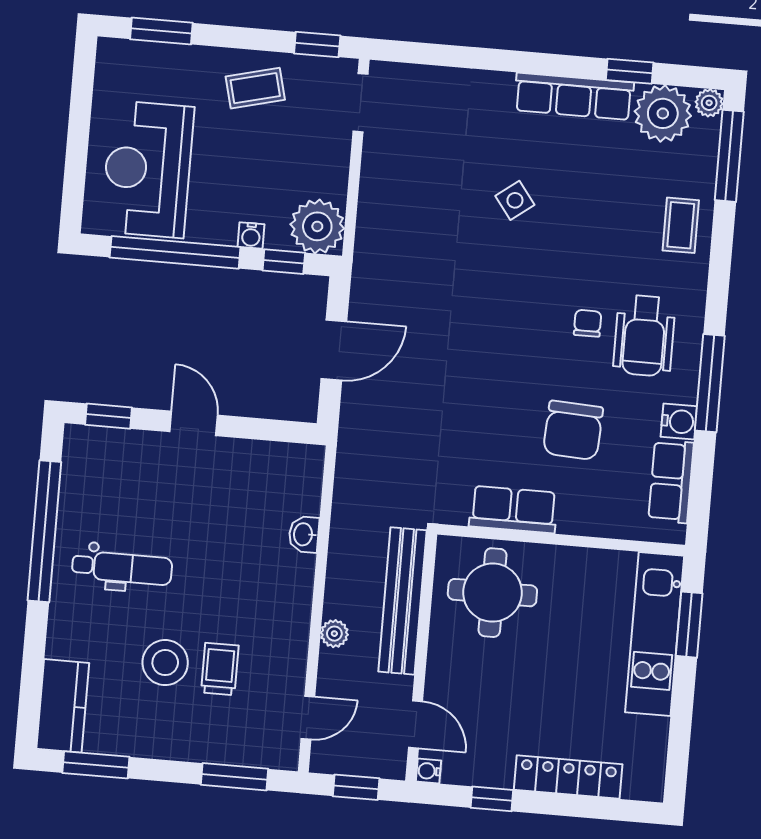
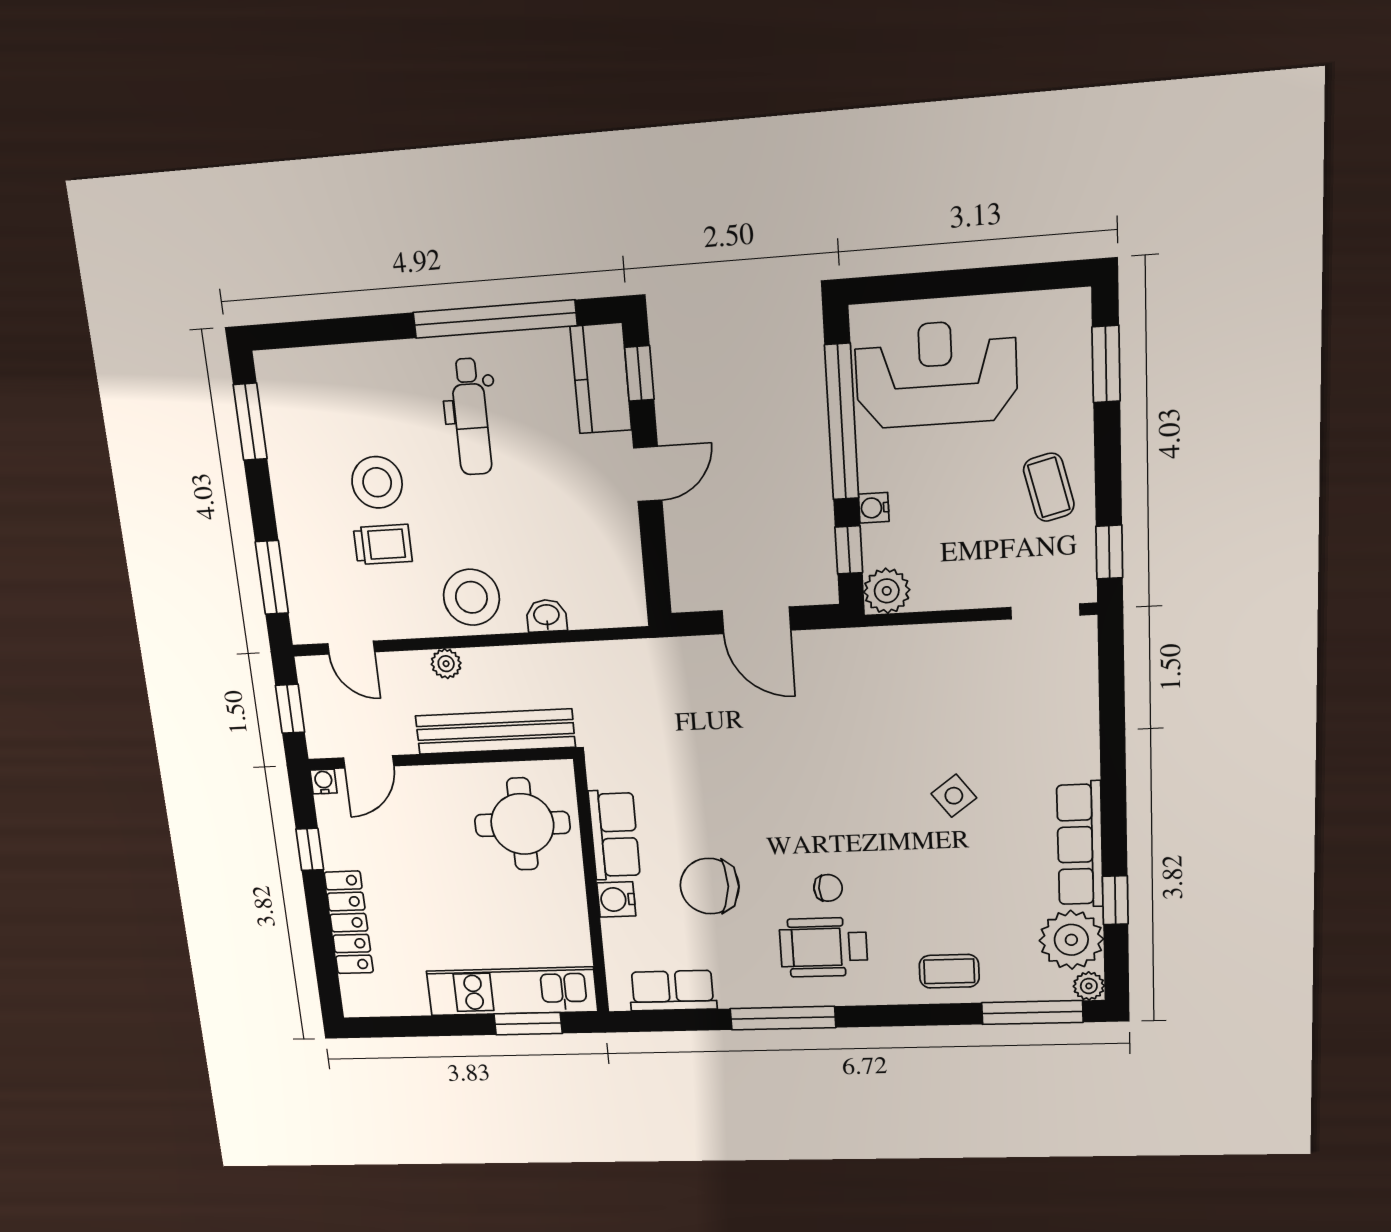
plant: (317, 226) -> (887, 591), width x0.73, depth x0.73
water cooler: (679, 422) -> (616, 899), moved, turned 90
stool: (278, 599) -> (471, 597), added
kitchen counter: (63, 706) -> (601, 378), moved, turned 90

